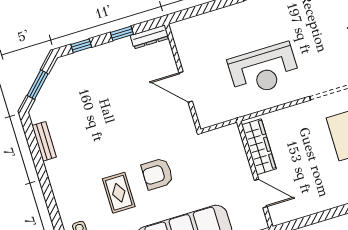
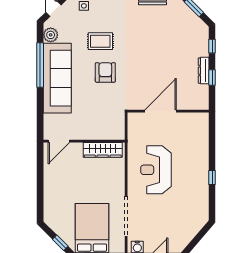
dresser: (150, 37) -> (204, 71), moved
door: (186, 87) -> (161, 111), width x1.36
door: (261, 193) -> (59, 141), moved

